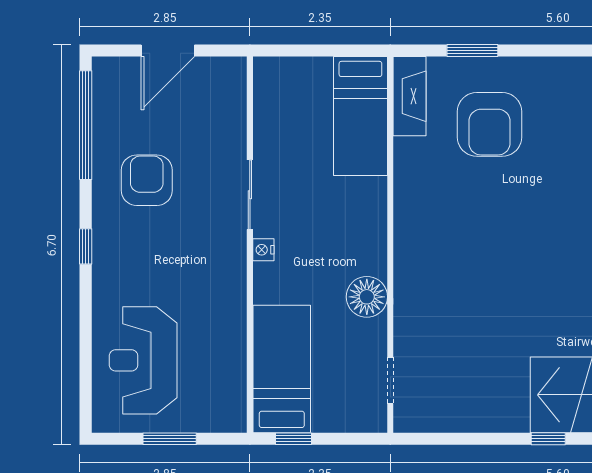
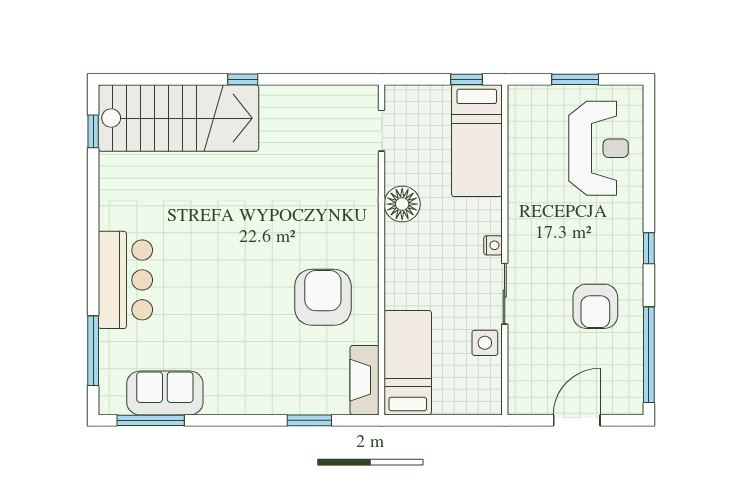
armchair: (489, 124) -> (323, 297), moved
side table: (273, 139) -> (485, 343), added

